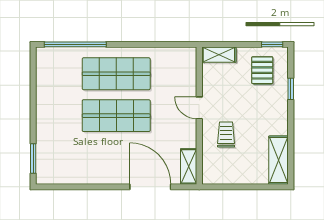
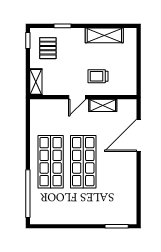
pallet: (262, 70) -> (48, 48), turned 90
shelving: (279, 160) -> (104, 35), moved
shelving: (189, 166) -> (103, 105), moved

